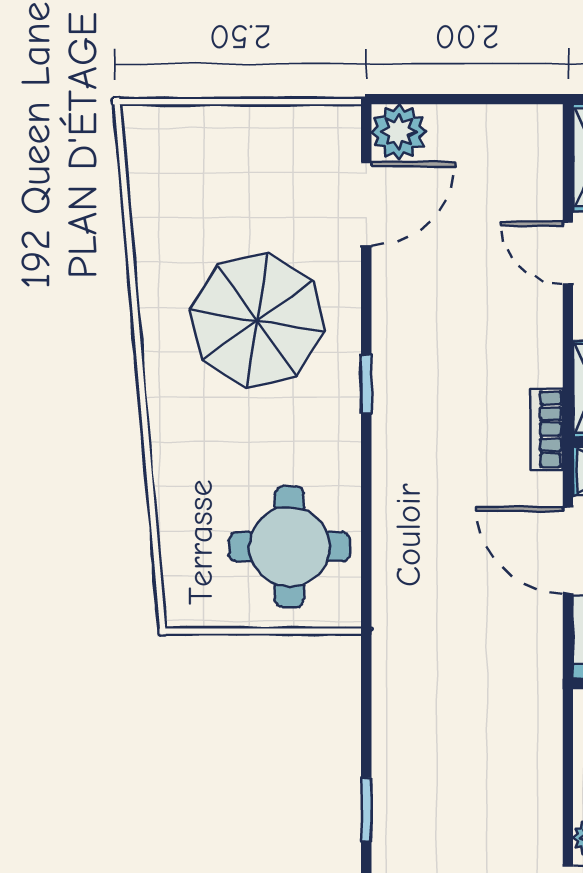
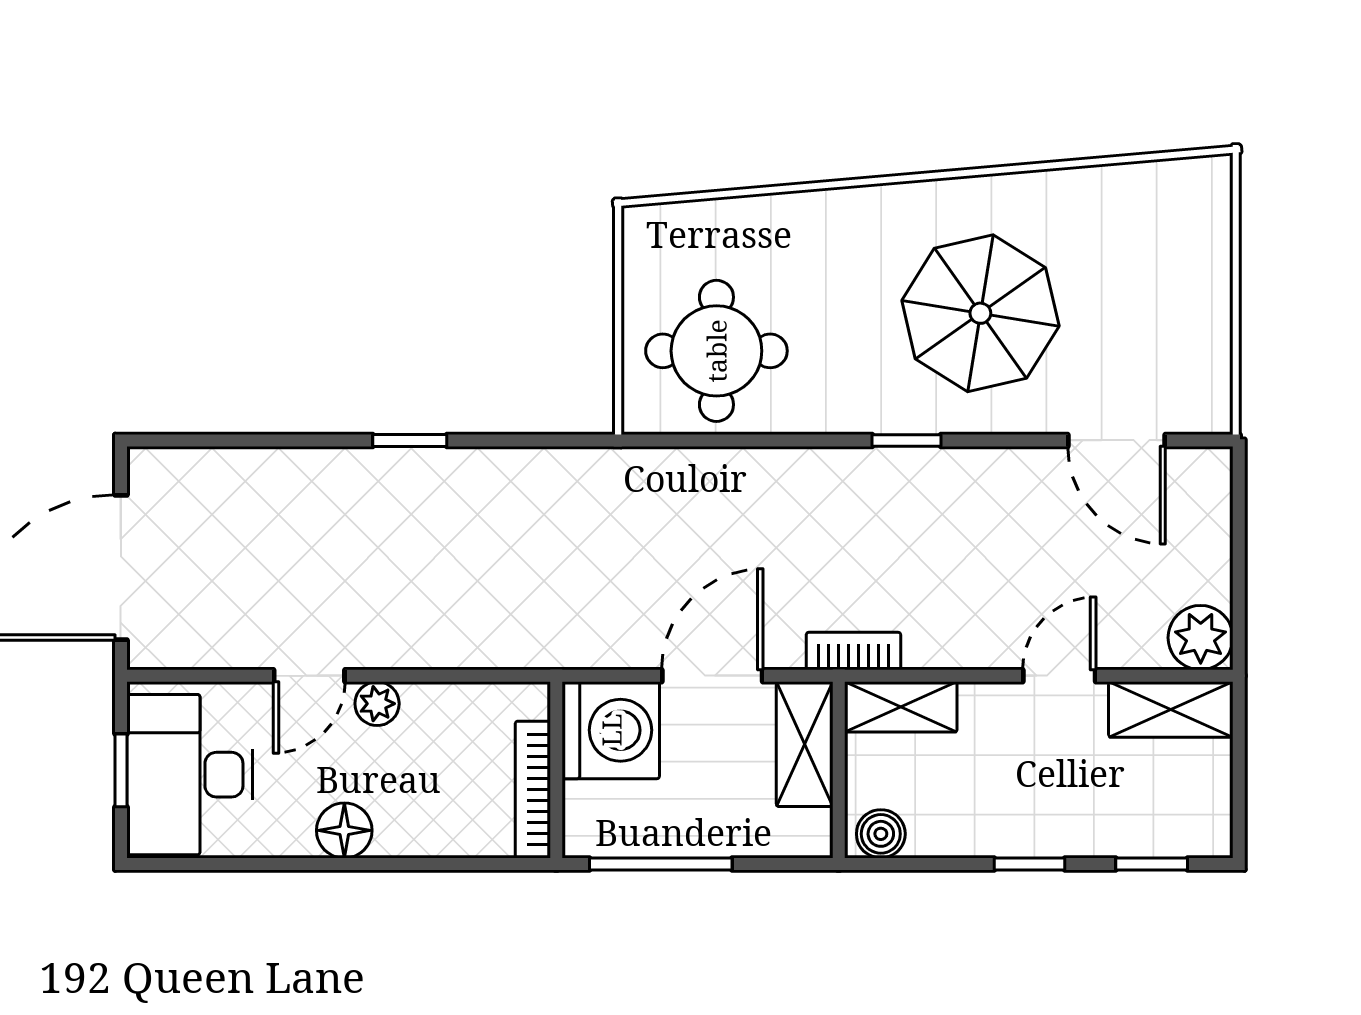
plant: (399, 132) -> (1201, 638), moved

